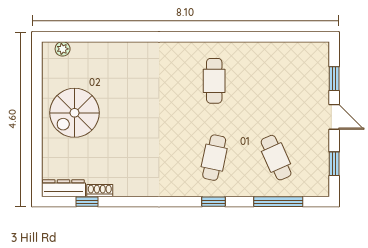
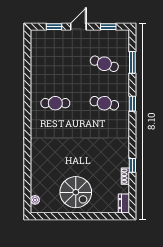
cafe table: (276, 158) -> (104, 64), turned 42
dresser: (63, 188) -> (124, 204), width x0.70
window: (87, 202) -> (132, 165), moved
window: (278, 202) -> (132, 62), width x0.69

